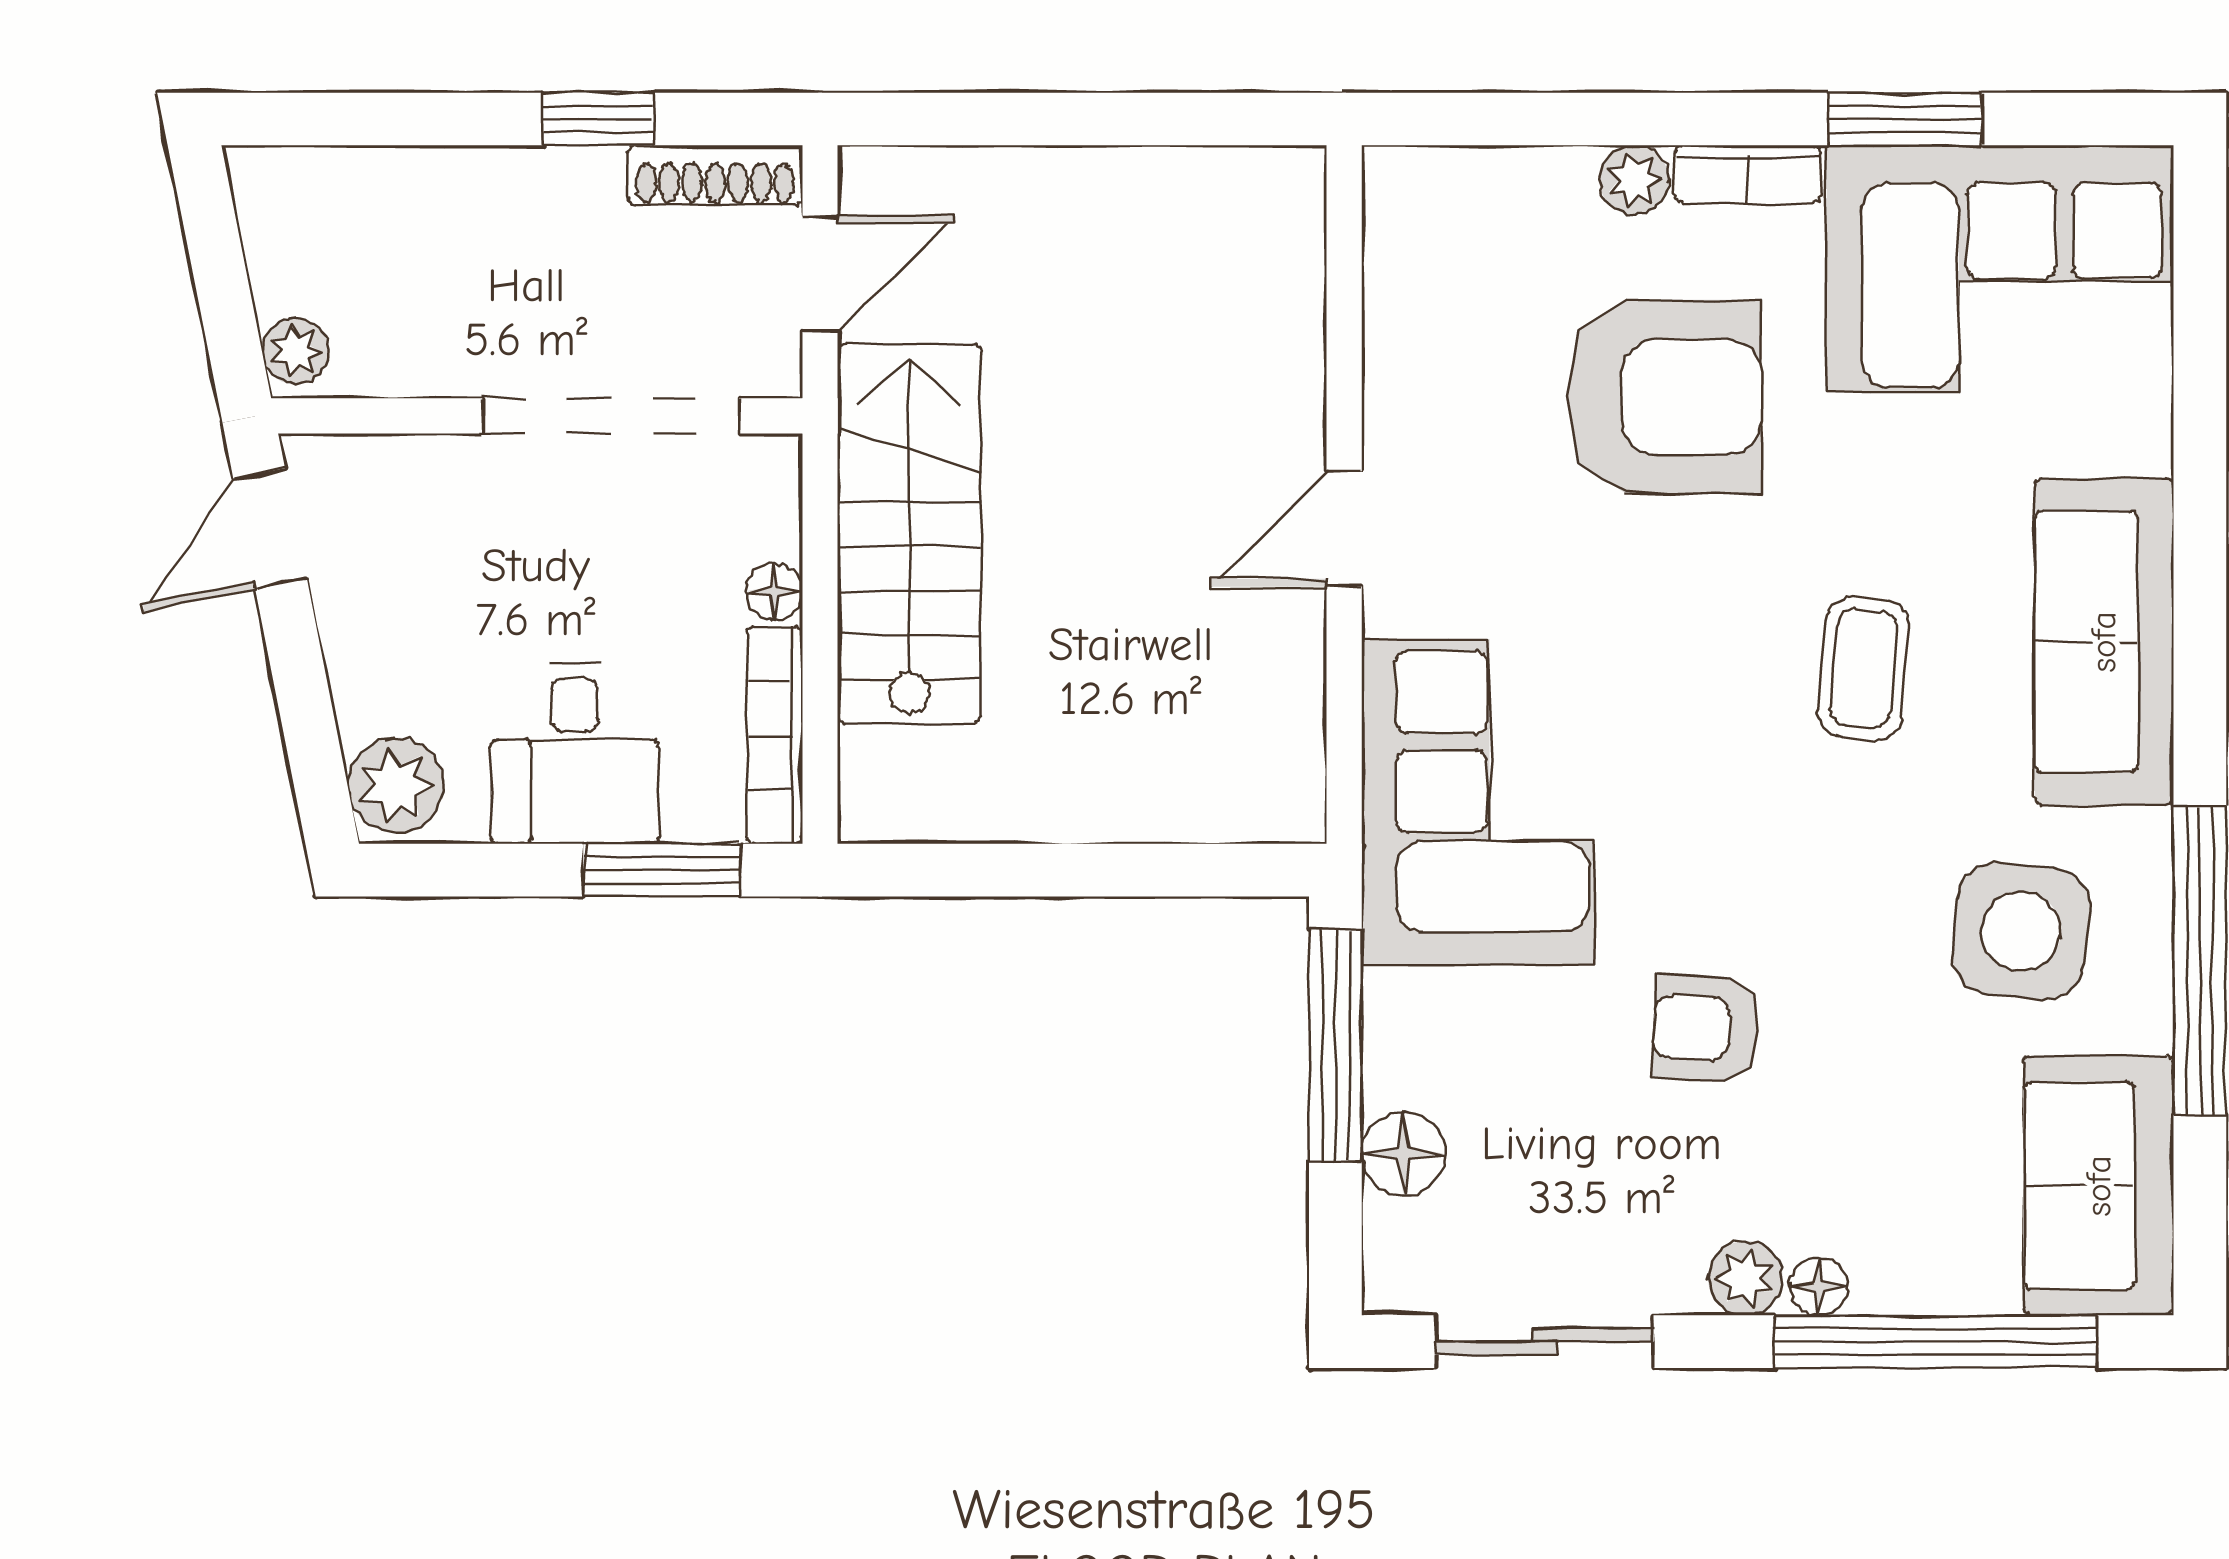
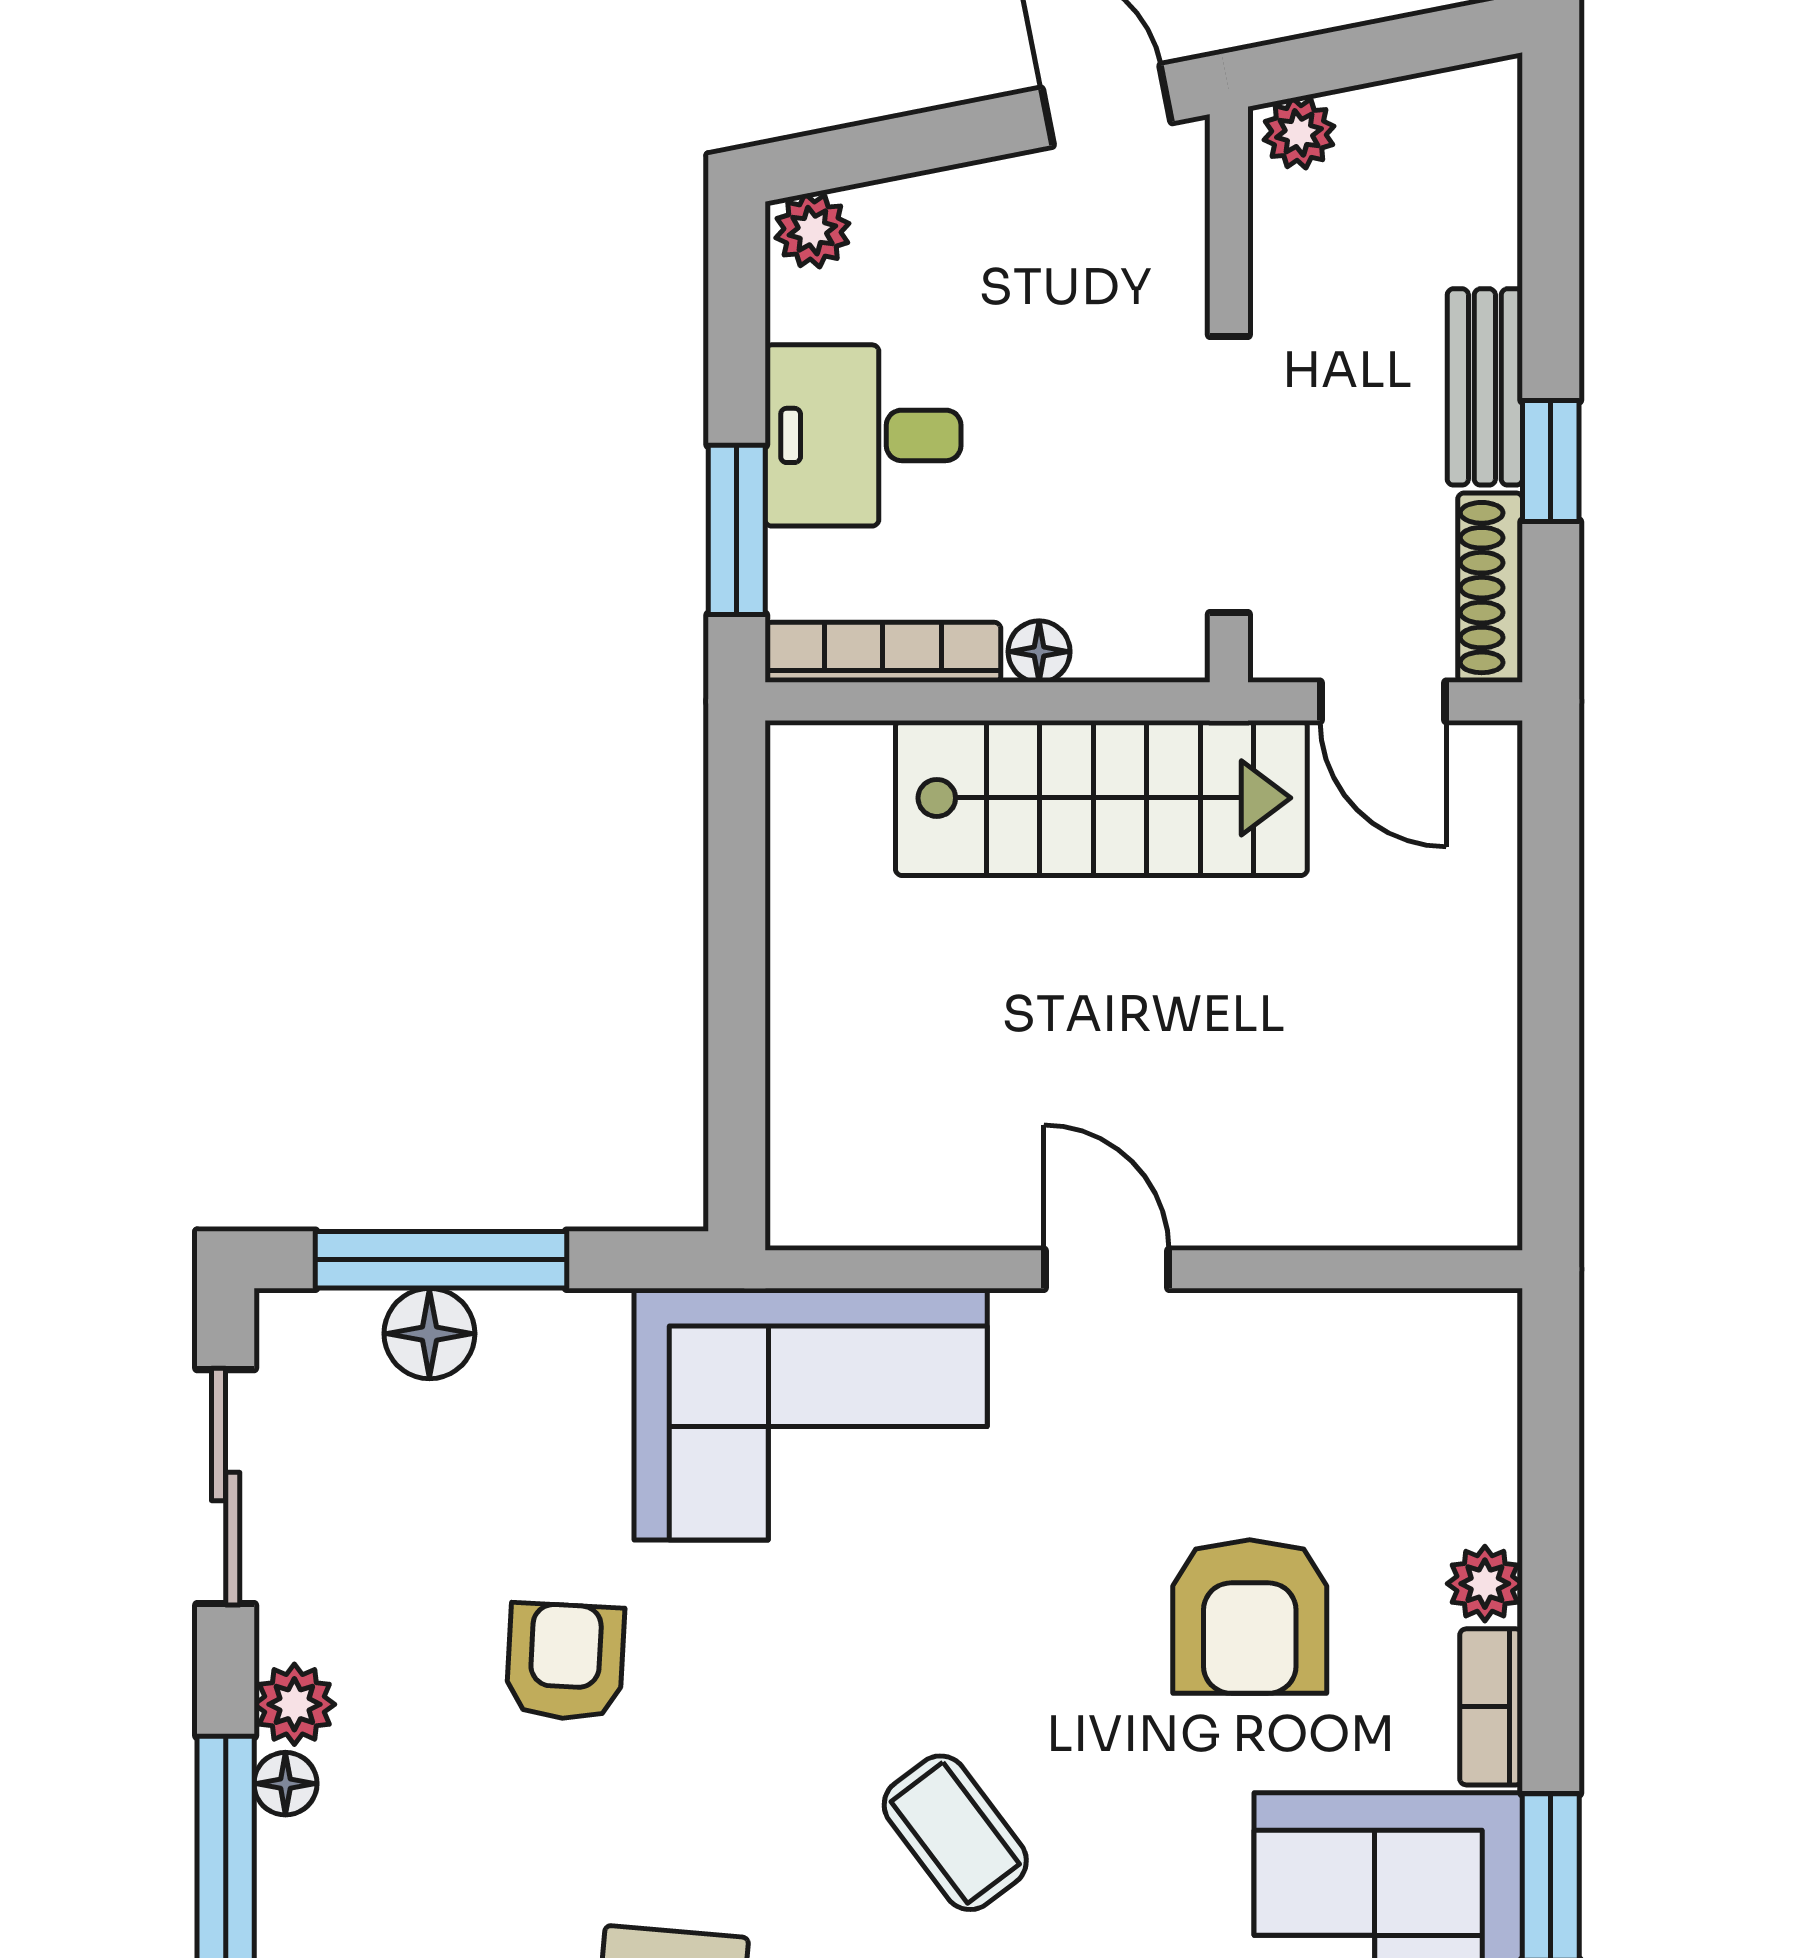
bench: (530, 180) -> (1485, 387), added
armchair: (1664, 397) -> (1250, 1617), width x0.73, depth x0.73
coffee table: (1864, 668) -> (955, 1833), turned 48
plant: (396, 785) -> (812, 231), width x0.73, depth x0.73
window: (1335, 1045) -> (441, 1260), moved

